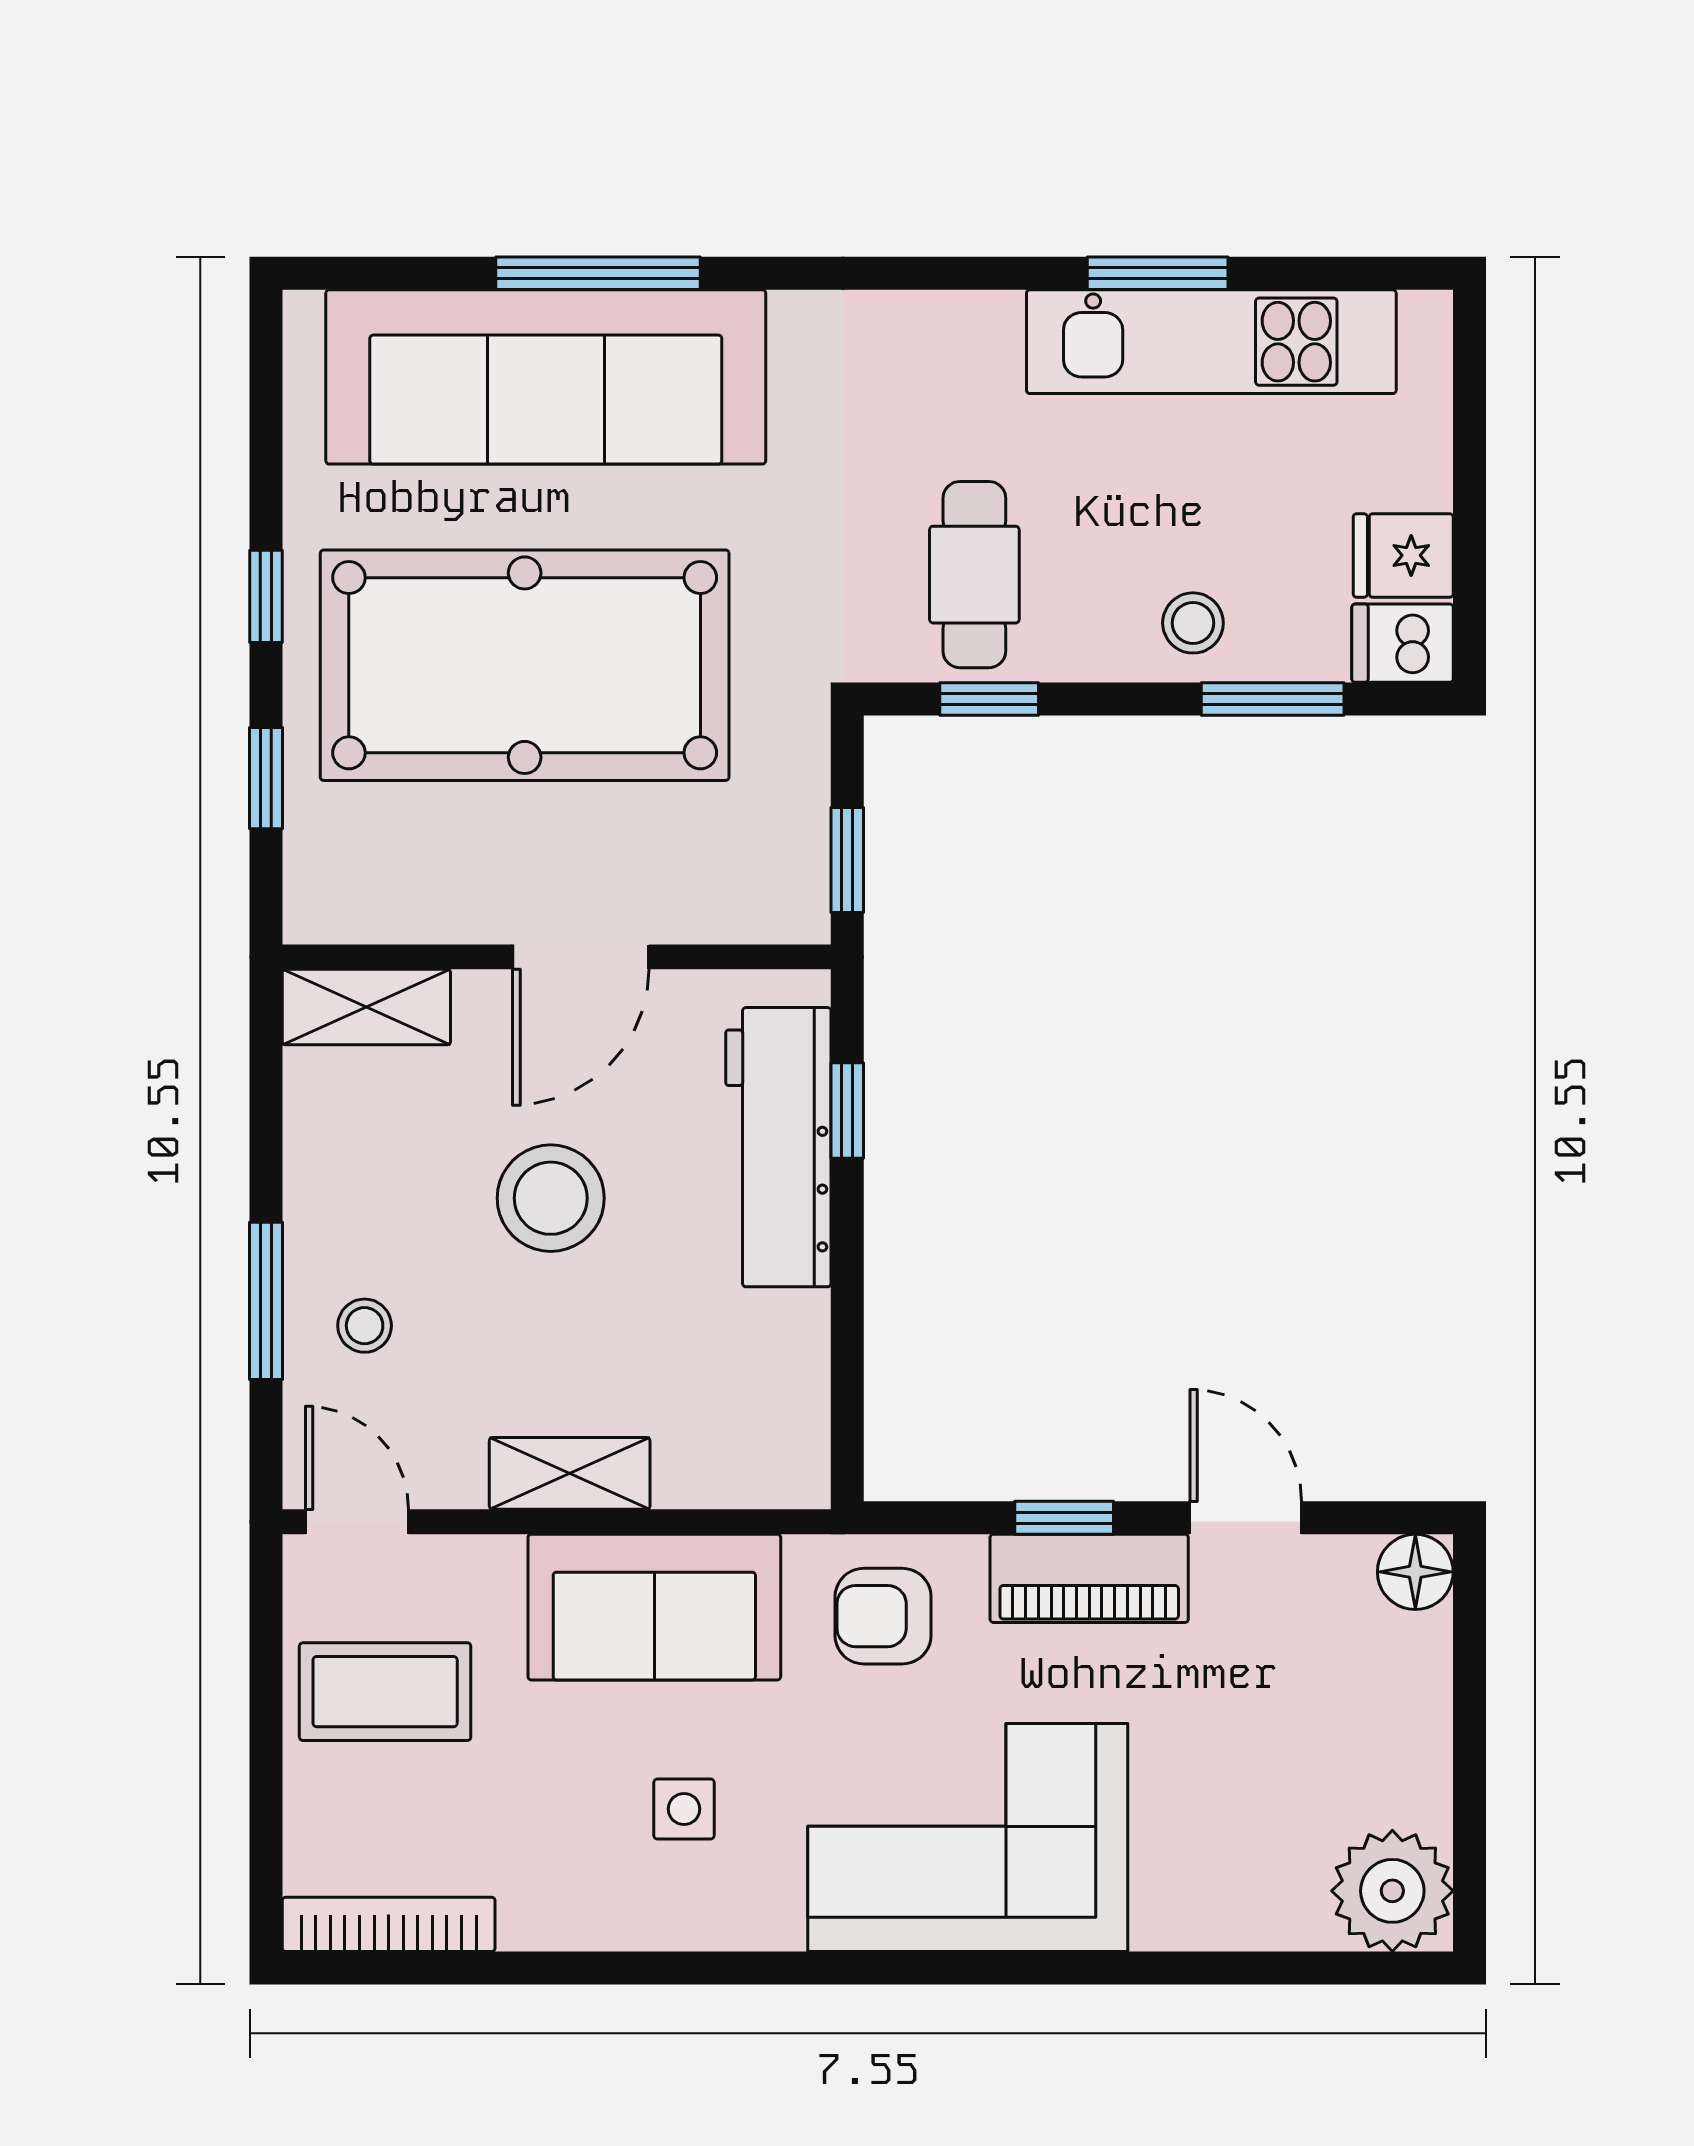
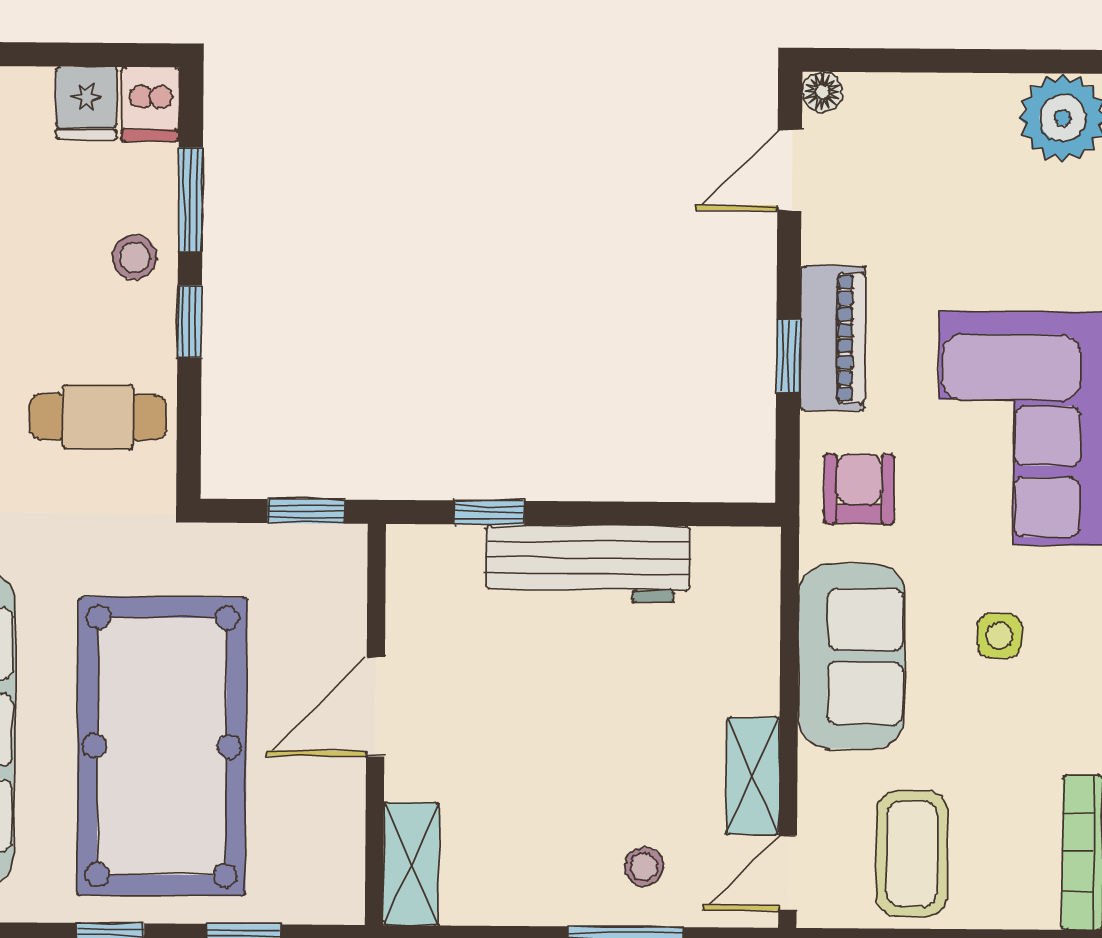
window: (989, 699) -> (190, 322), moved
door: (581, 957) -> (376, 707), swing flipped
workbench: (778, 1147) -> (588, 564), moved
stool: (551, 1198) -> (552, 730), removed
shelving: (570, 1473) -> (753, 776), moved
door: (1246, 1518) -> (790, 170), moved
floor lamp: (1415, 1572) -> (822, 92), width x0.73, depth x0.73
armchair: (883, 1616) -> (859, 489), turned 180

